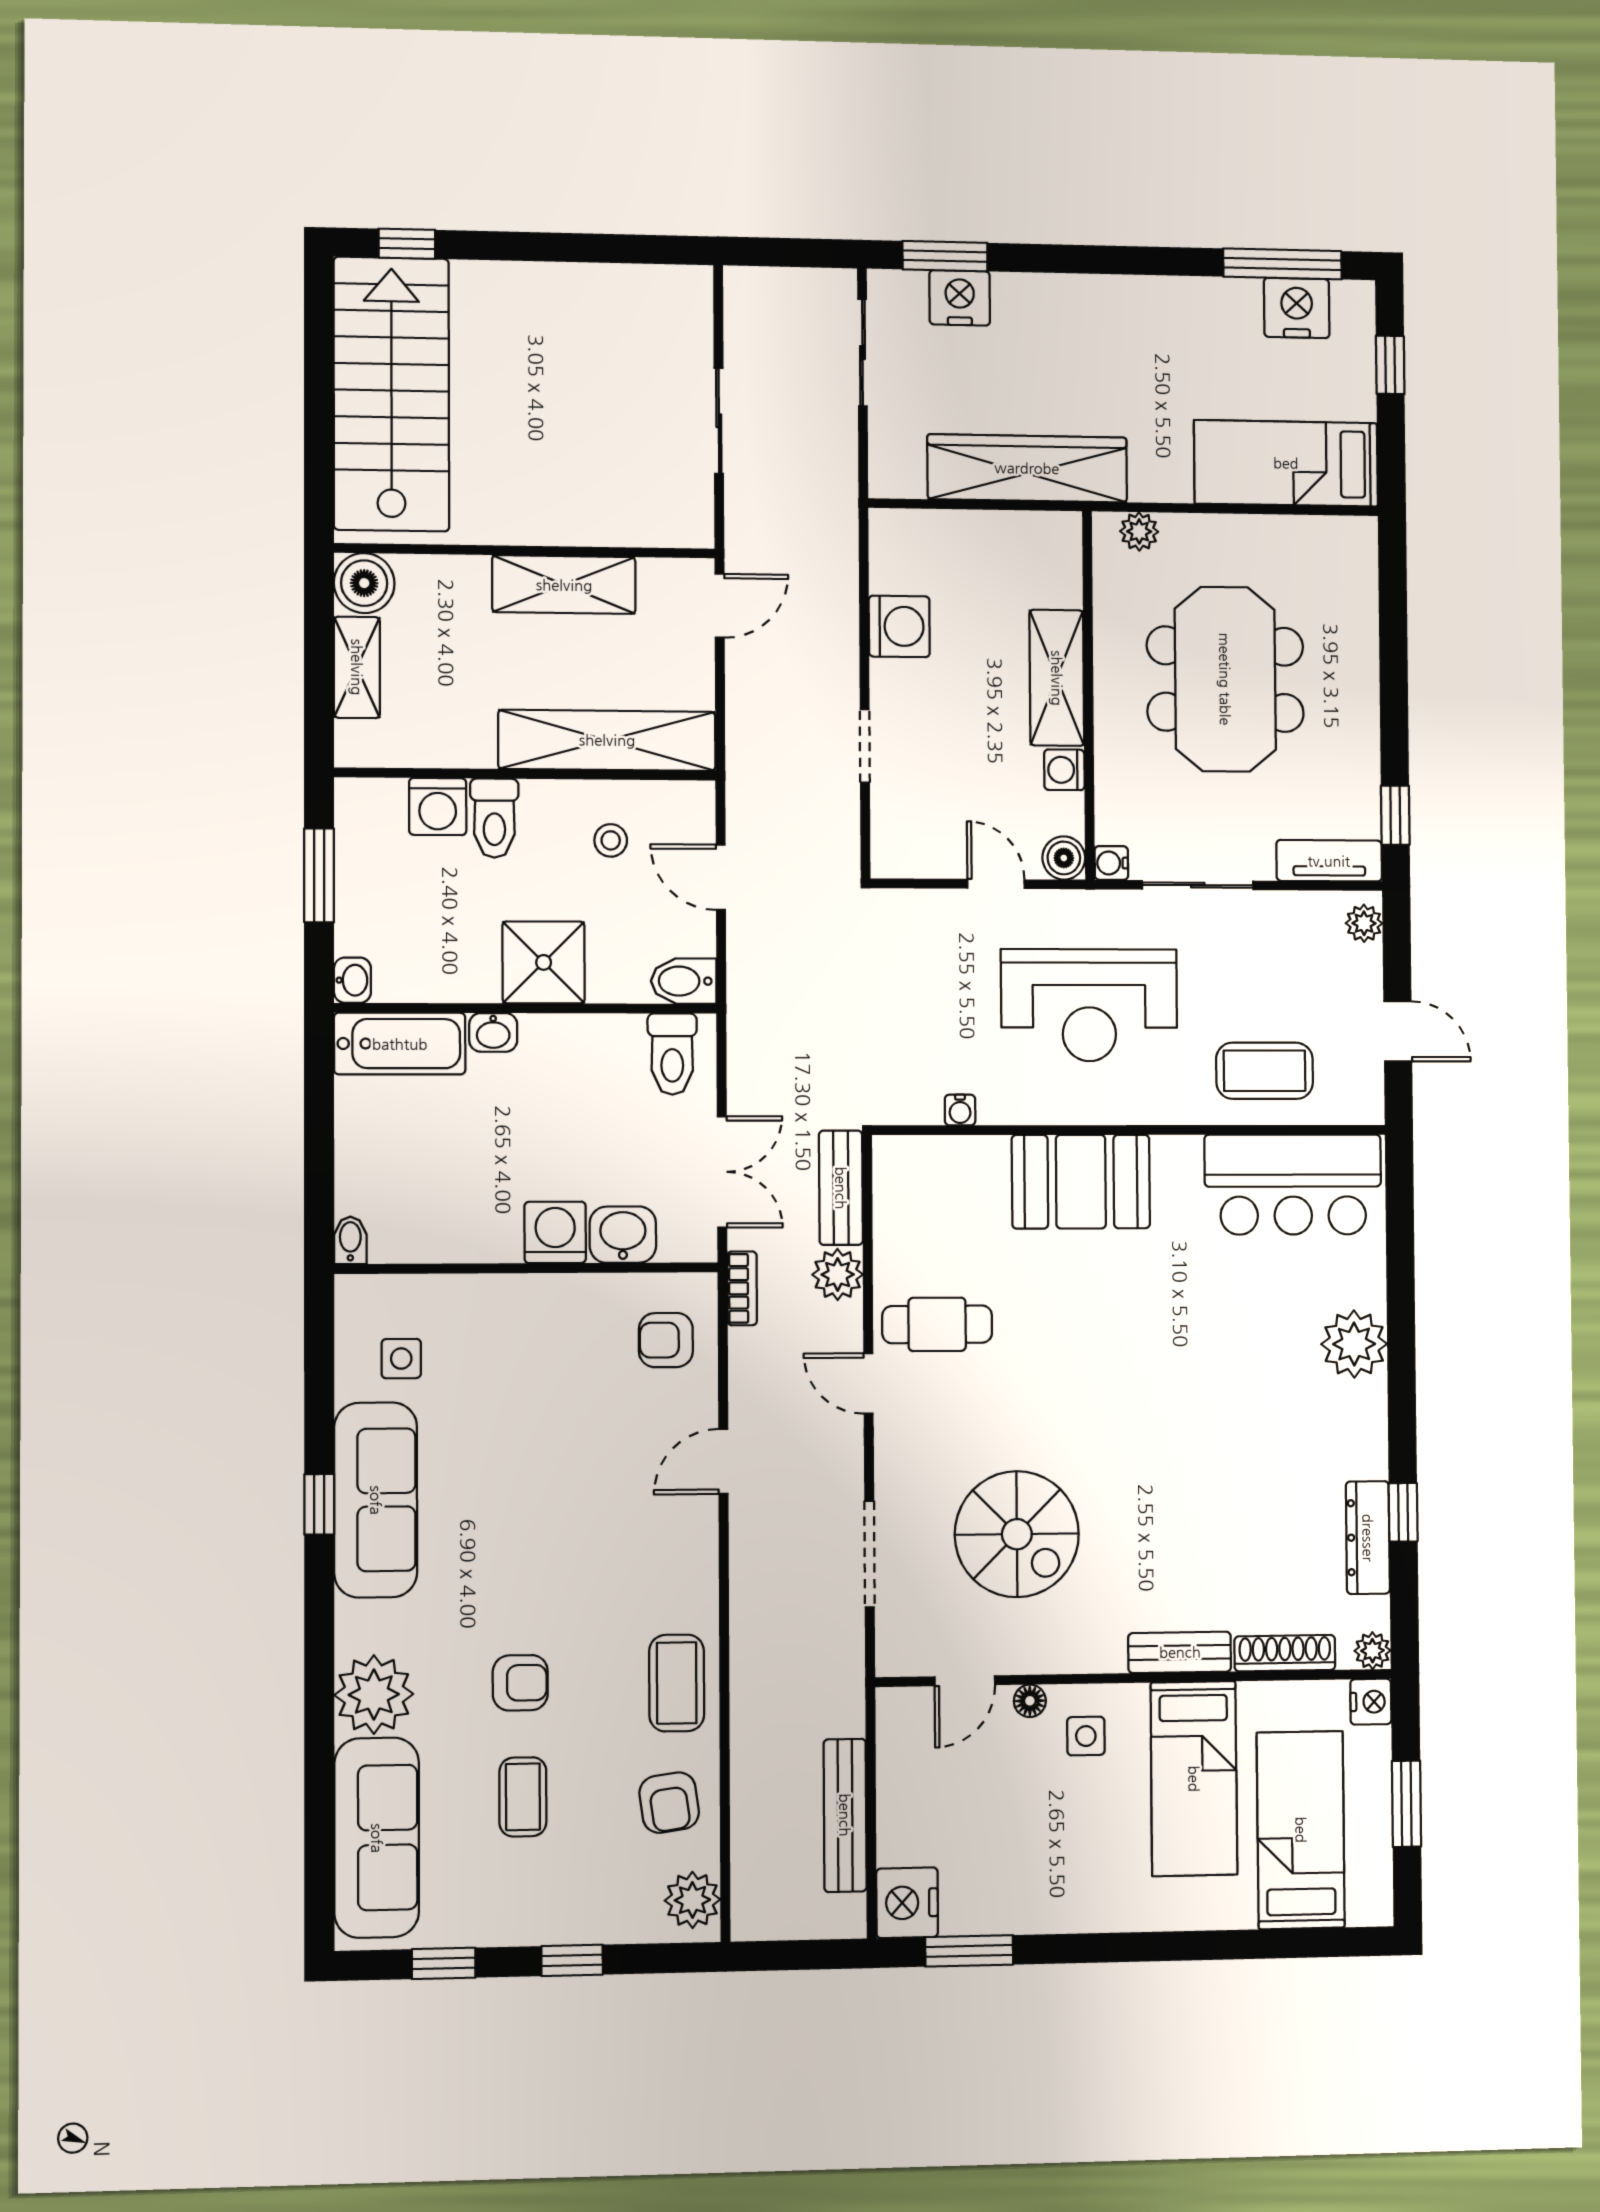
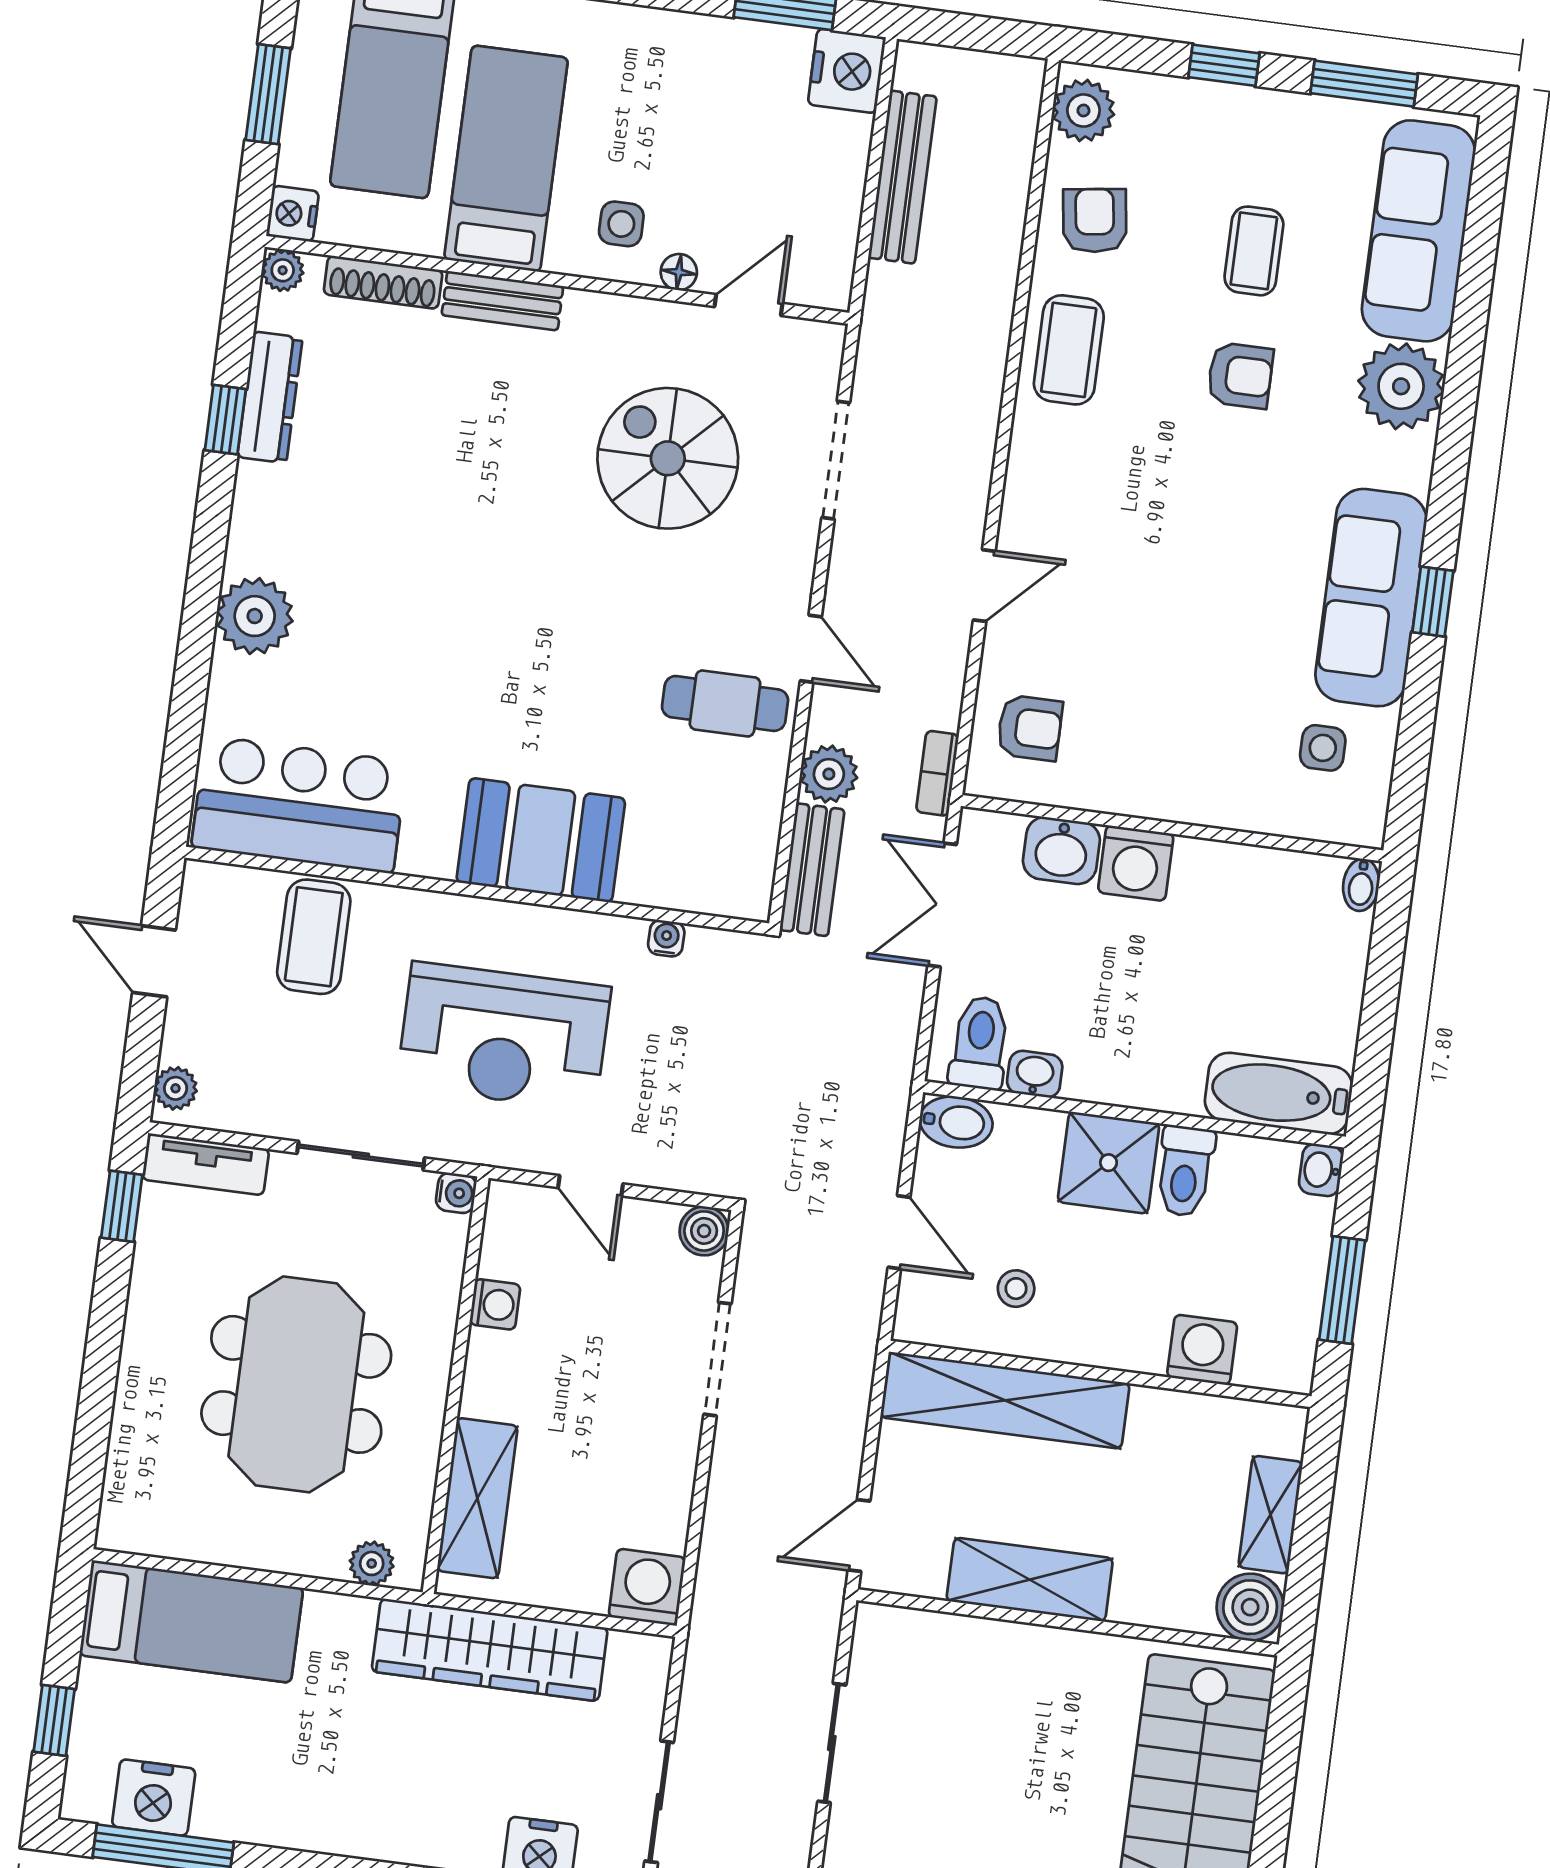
washing machine: (899, 626) -> (647, 1587), moved, turned 90
shelving: (1057, 678) -> (477, 1498), moved
doorway: (865, 746) -> (717, 1359), width x1.38
toilet: (494, 818) -> (1185, 1171), moved, turned 180
boiler: (1064, 858) -> (704, 1231), moved
reception desk: (1089, 1005) -> (504, 1037), turned 180
washbasin: (493, 1032) -> (1035, 1074), moved
coffee table: (1265, 1071) -> (314, 937), turned 90
armchair: (520, 1683) -> (1240, 375), turned 180
window: (444, 1963) -> (1364, 84), width x1.50

